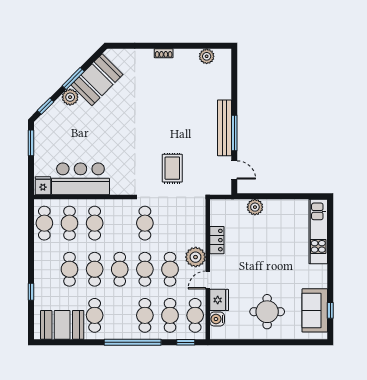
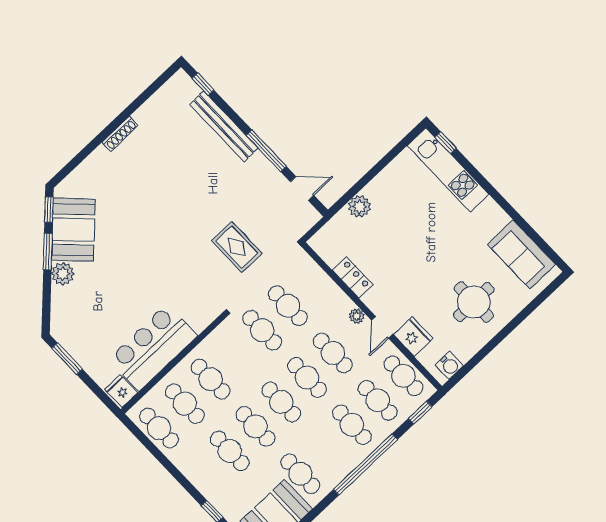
shoe rack: (164, 53) -> (120, 134), width x1.43
plant: (207, 56) -> (163, 99), removed
window: (234, 68) -> (203, 84), added
window: (46, 106) -> (49, 210), moved
bench: (224, 128) -> (224, 126), moved
cafe table: (170, 223) -> (288, 306), added
plant: (196, 257) -> (357, 316), width x0.53, depth x0.53
window: (330, 310) -> (446, 143), moved
water cooler: (217, 319) -> (449, 365), moved, turned -90

